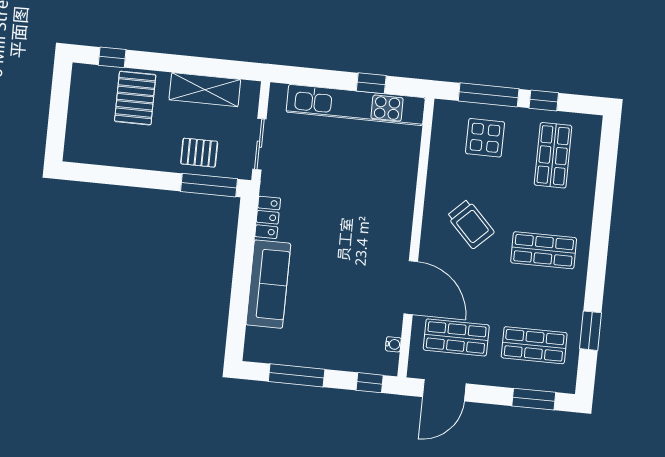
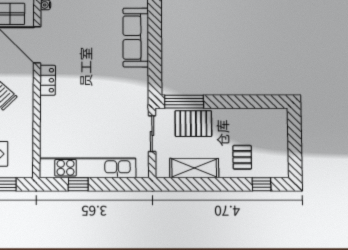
pallet: (135, 98) -> (242, 157), width x0.67, depth x0.71
pallet: (199, 153) -> (193, 124), width x1.50, depth x1.42
locker: (268, 217) -> (48, 80), moved, turned 180

